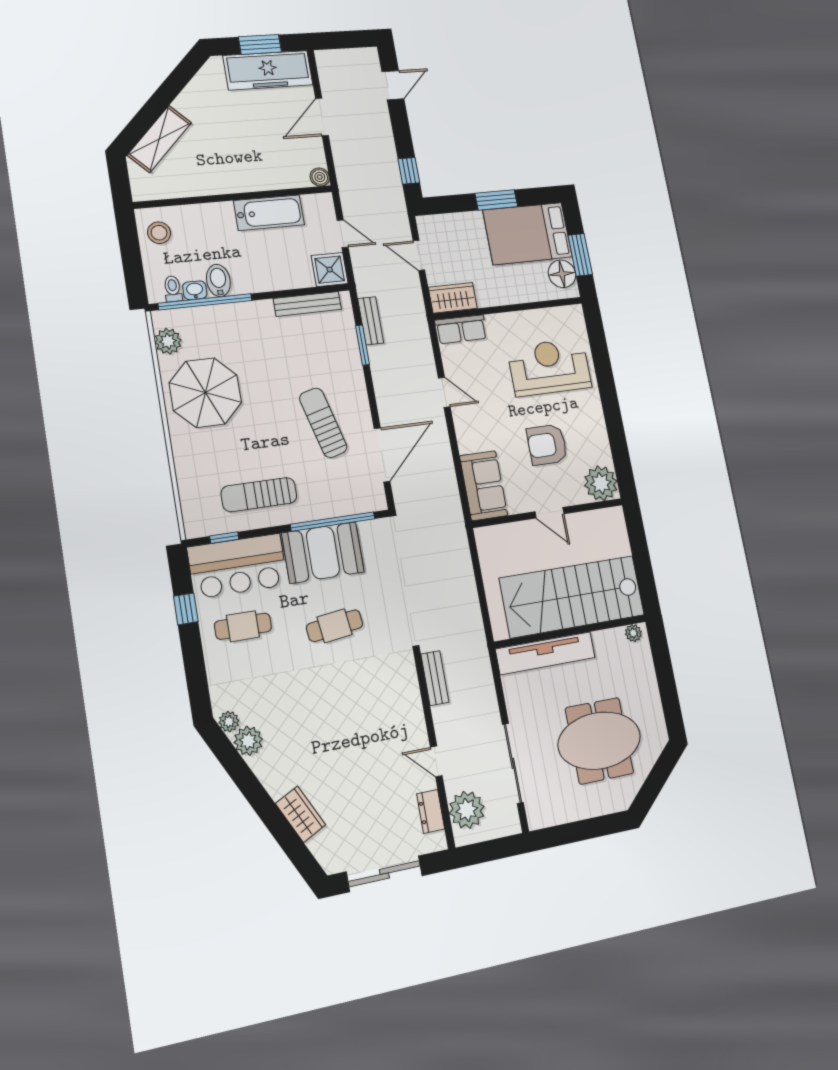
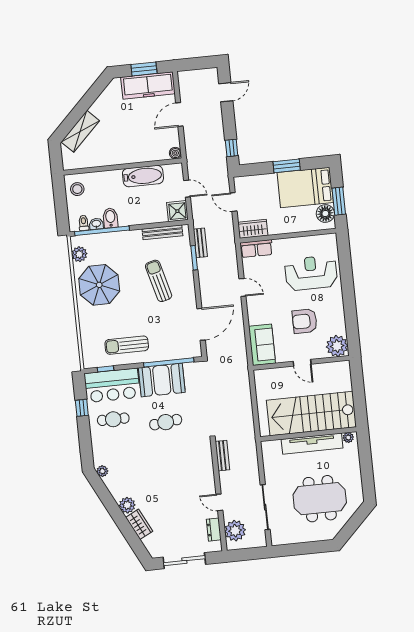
sun lounger: (323, 423) -> (159, 281), moved
tv unit: (545, 653) -> (312, 444), moved
plant: (248, 741) -> (127, 505), moved

